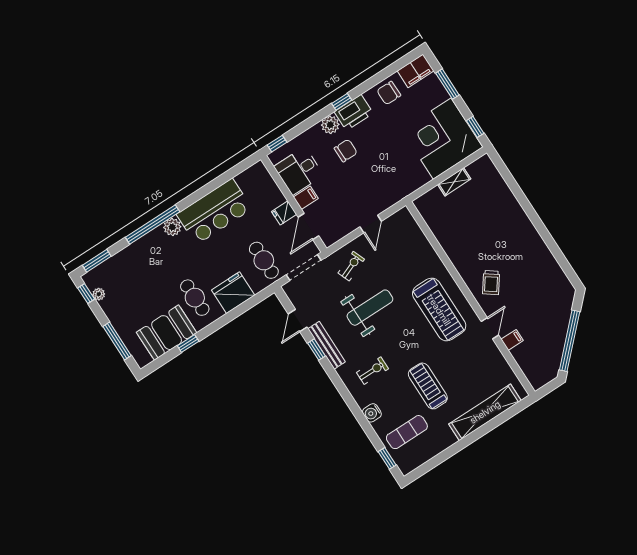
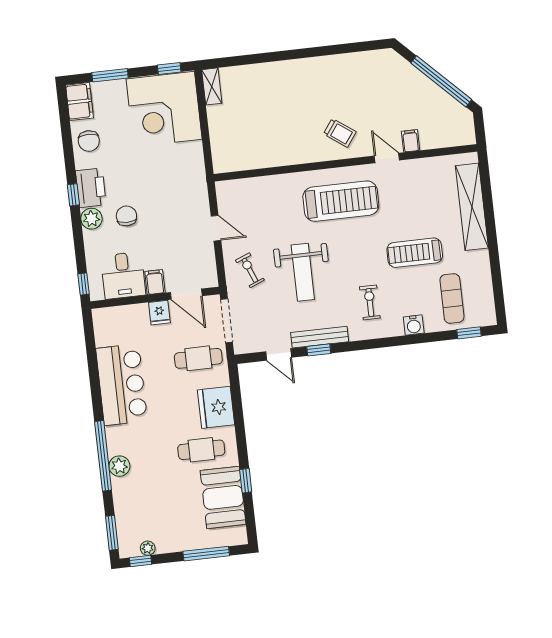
shelving: (454, 182) -> (212, 86), moved
plant: (172, 227) -> (119, 466), moved
weight bench: (370, 308) -> (303, 272), turned 180

